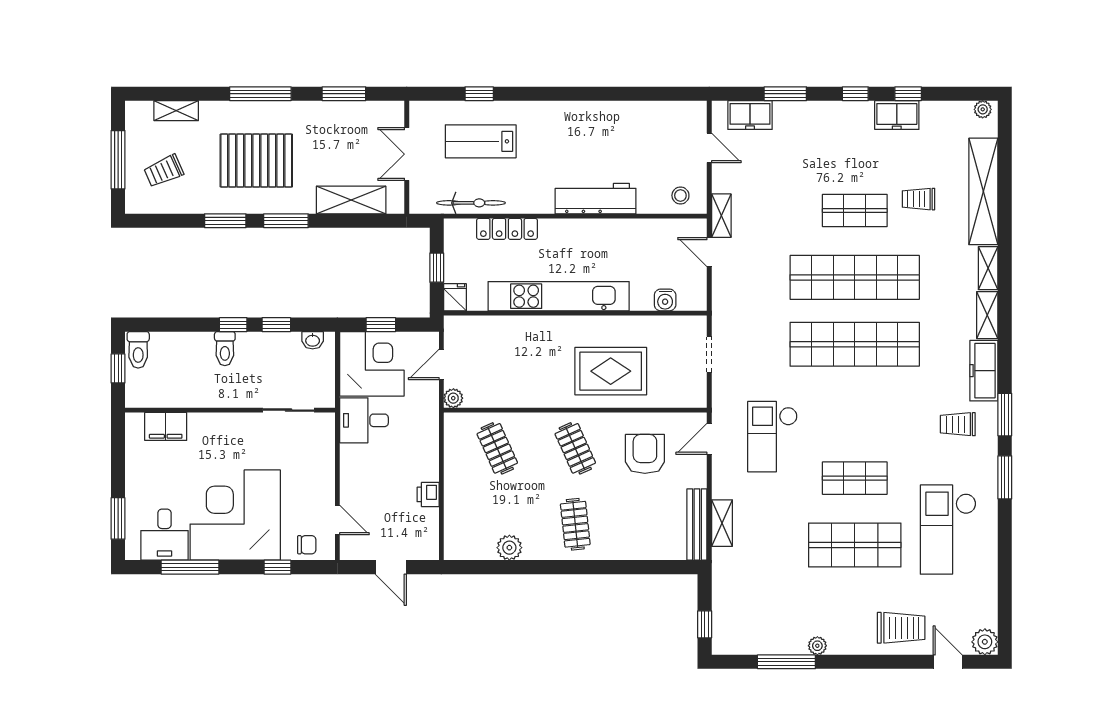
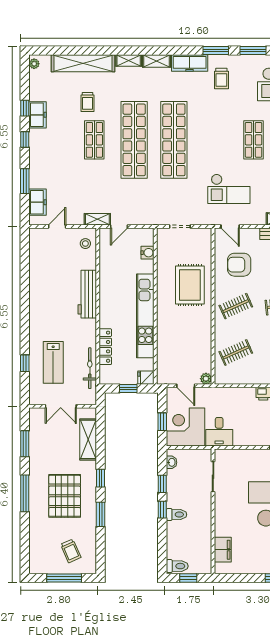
shelving: (176, 111) -> (35, 544), removed
window: (286, 221) -> (100, 478), width x0.67

